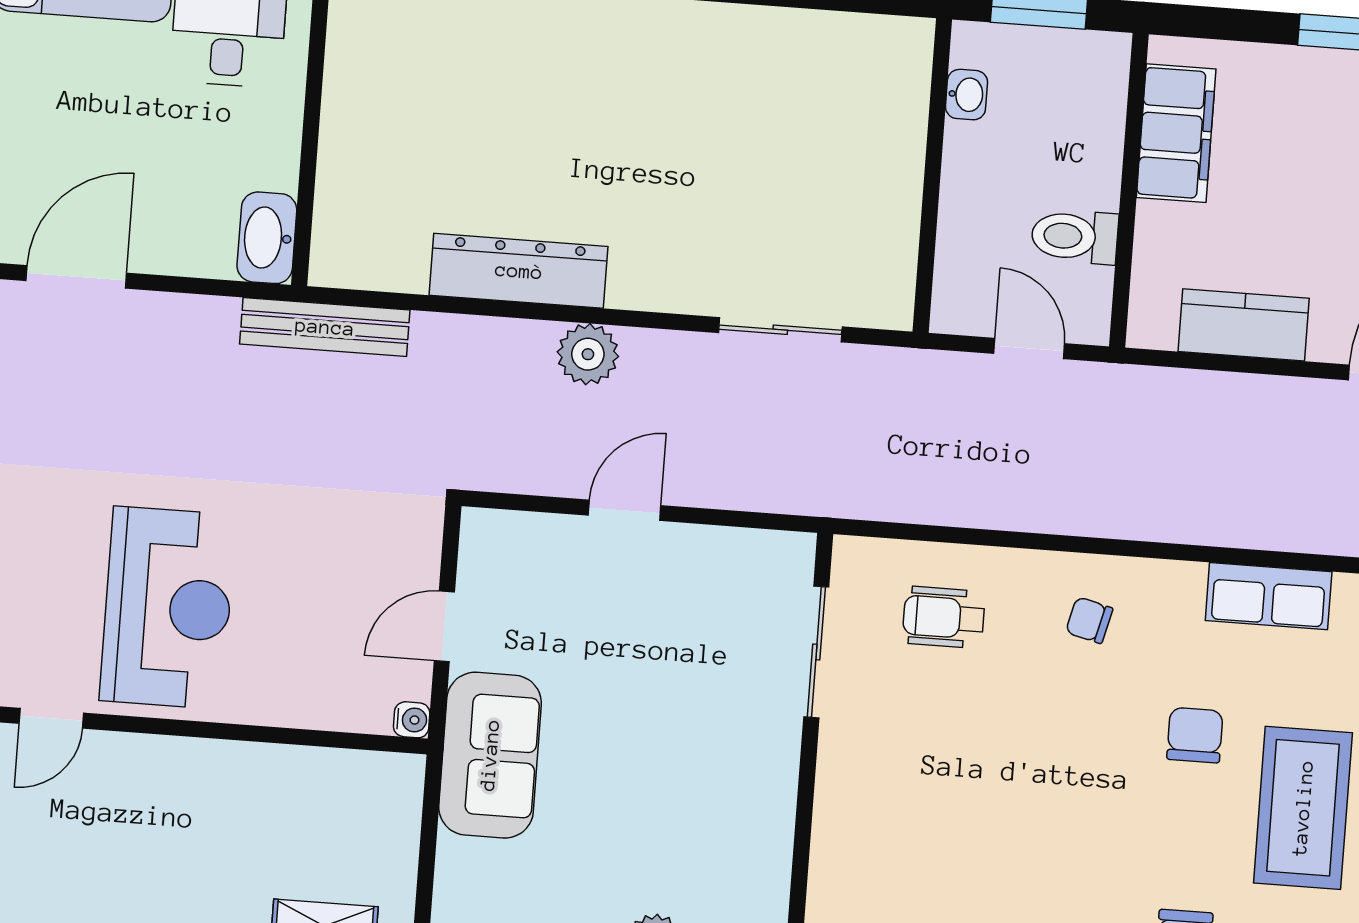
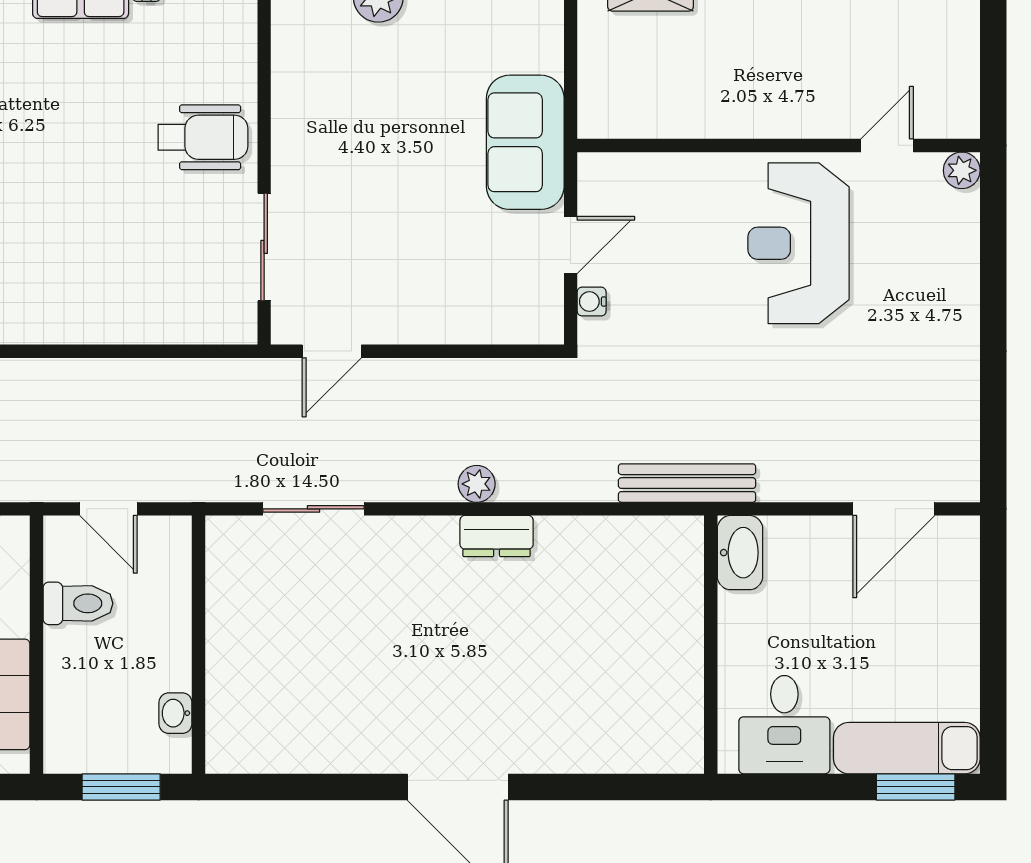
dresser: (519, 271) -> (497, 536), width x0.51, depth x0.80
plant: (588, 354) -> (477, 484), width x0.73, depth x0.73
door: (625, 510) -> (332, 351), moved
wheelchair: (944, 617) -> (203, 137), moved, width x1.36, depth x1.37
chair: (1089, 620) -> (42, 290), removed
water cooler: (412, 720) -> (592, 302), moved

